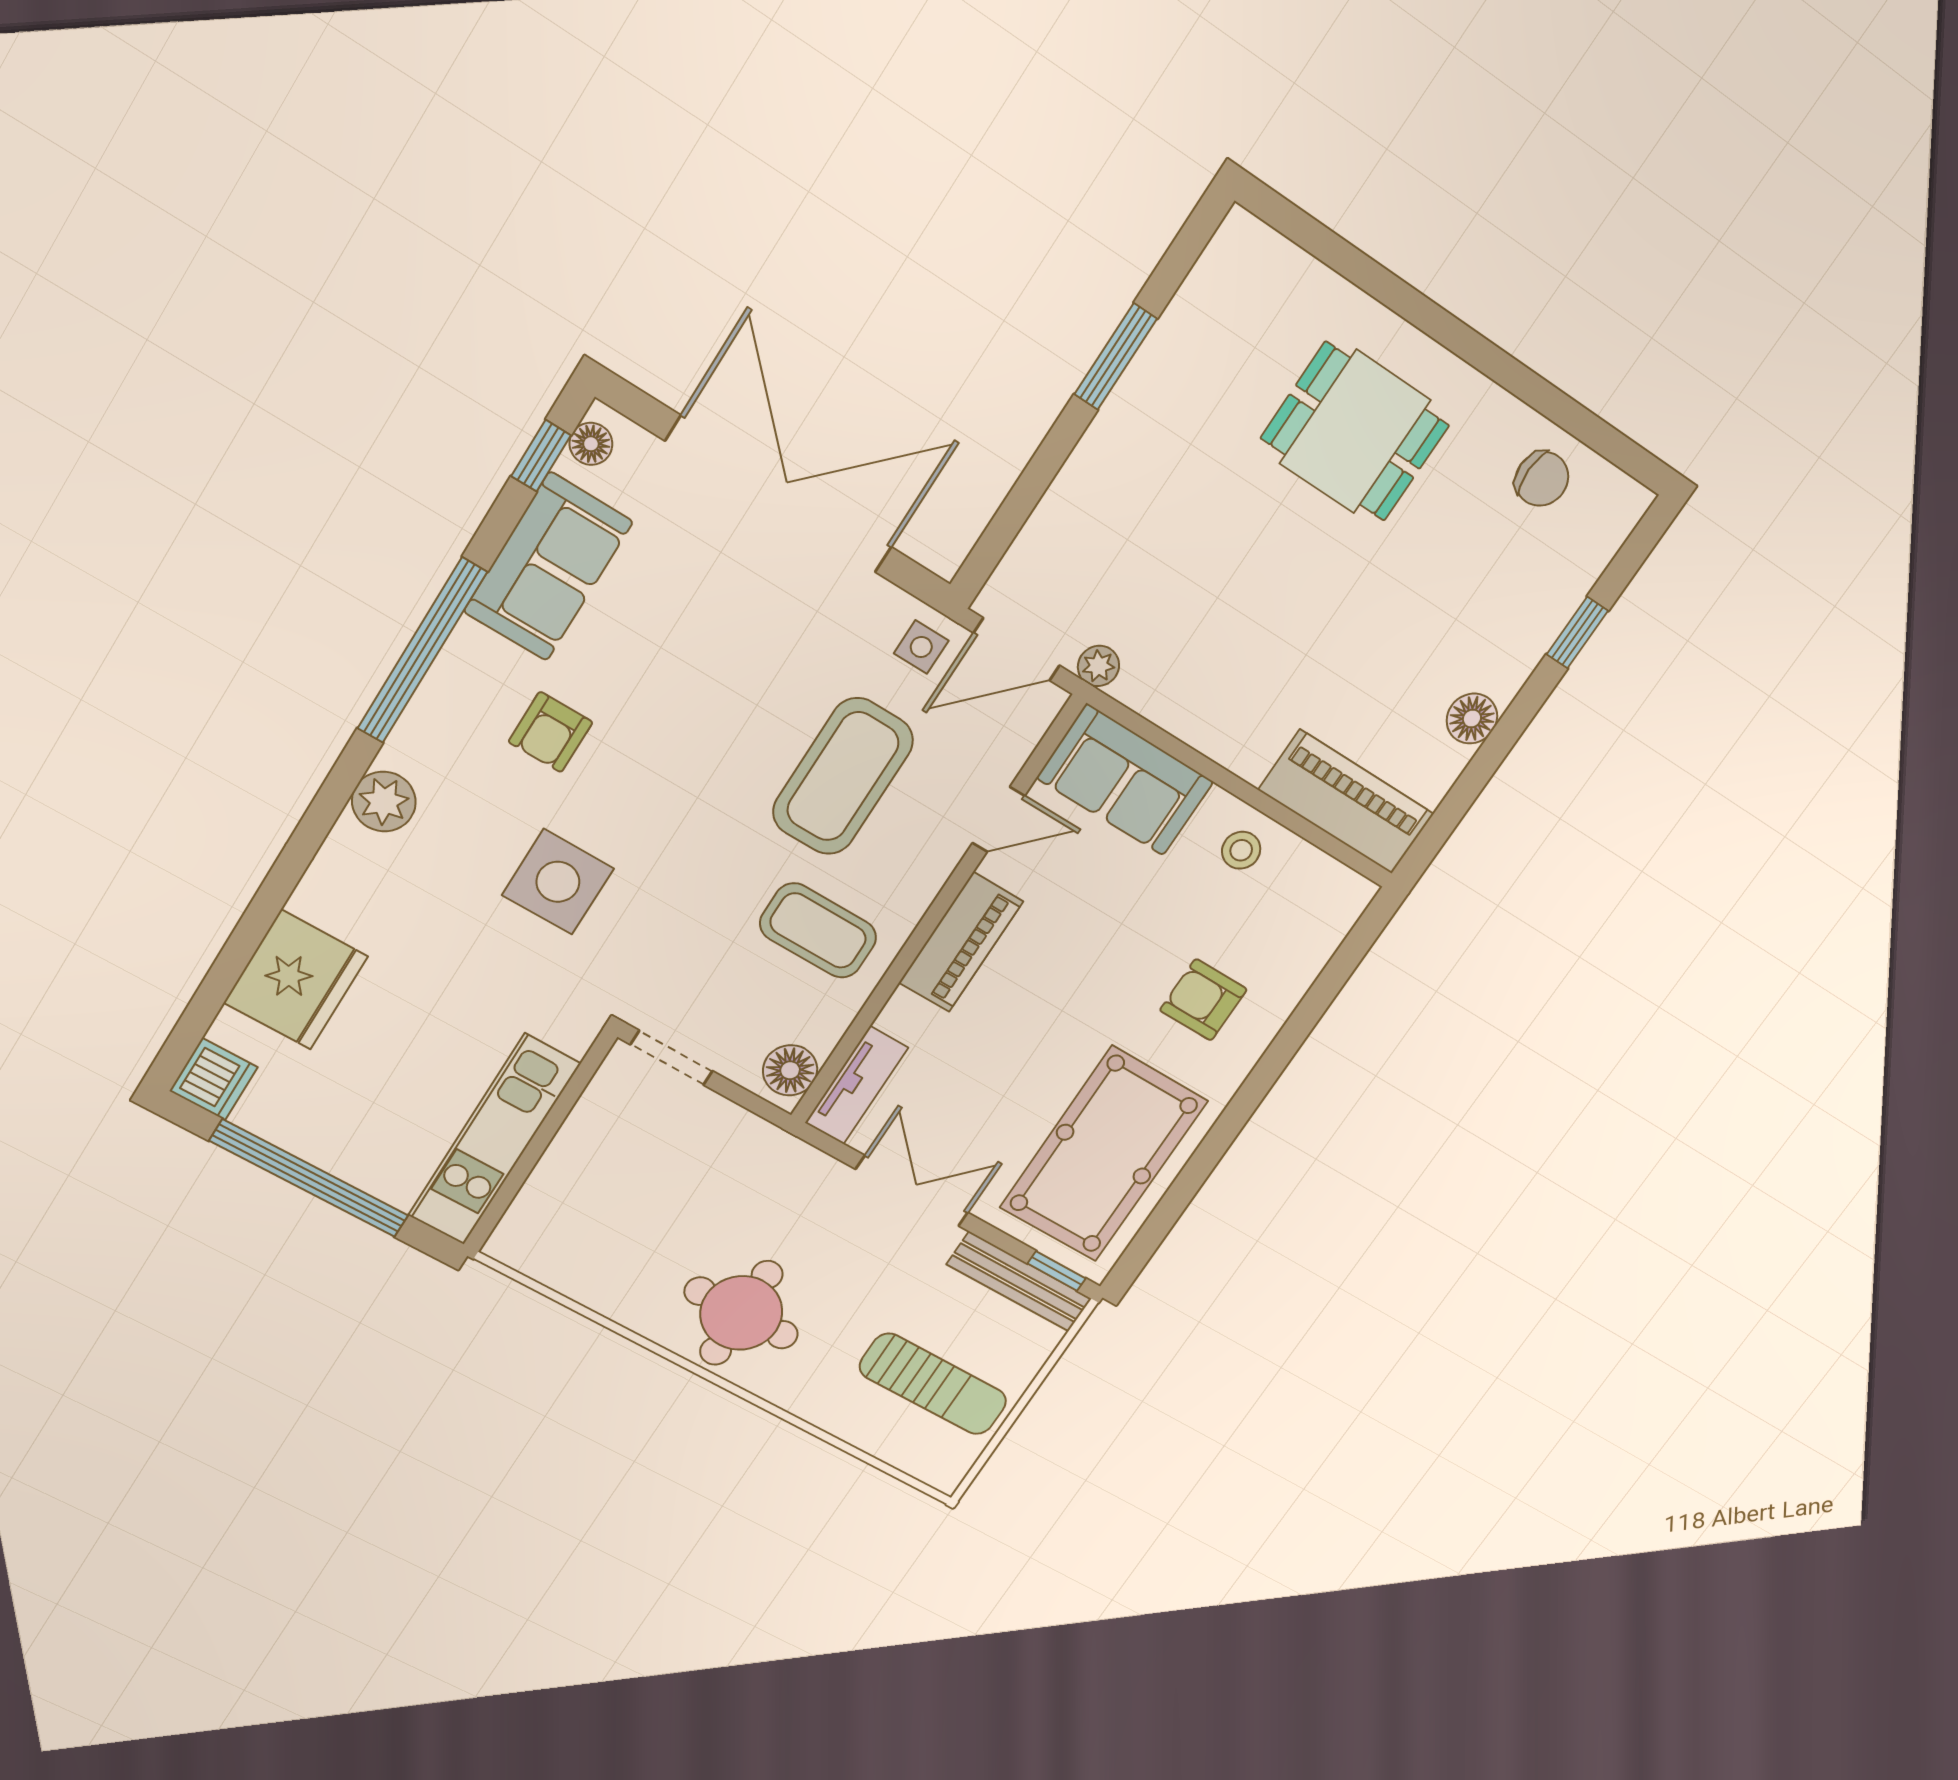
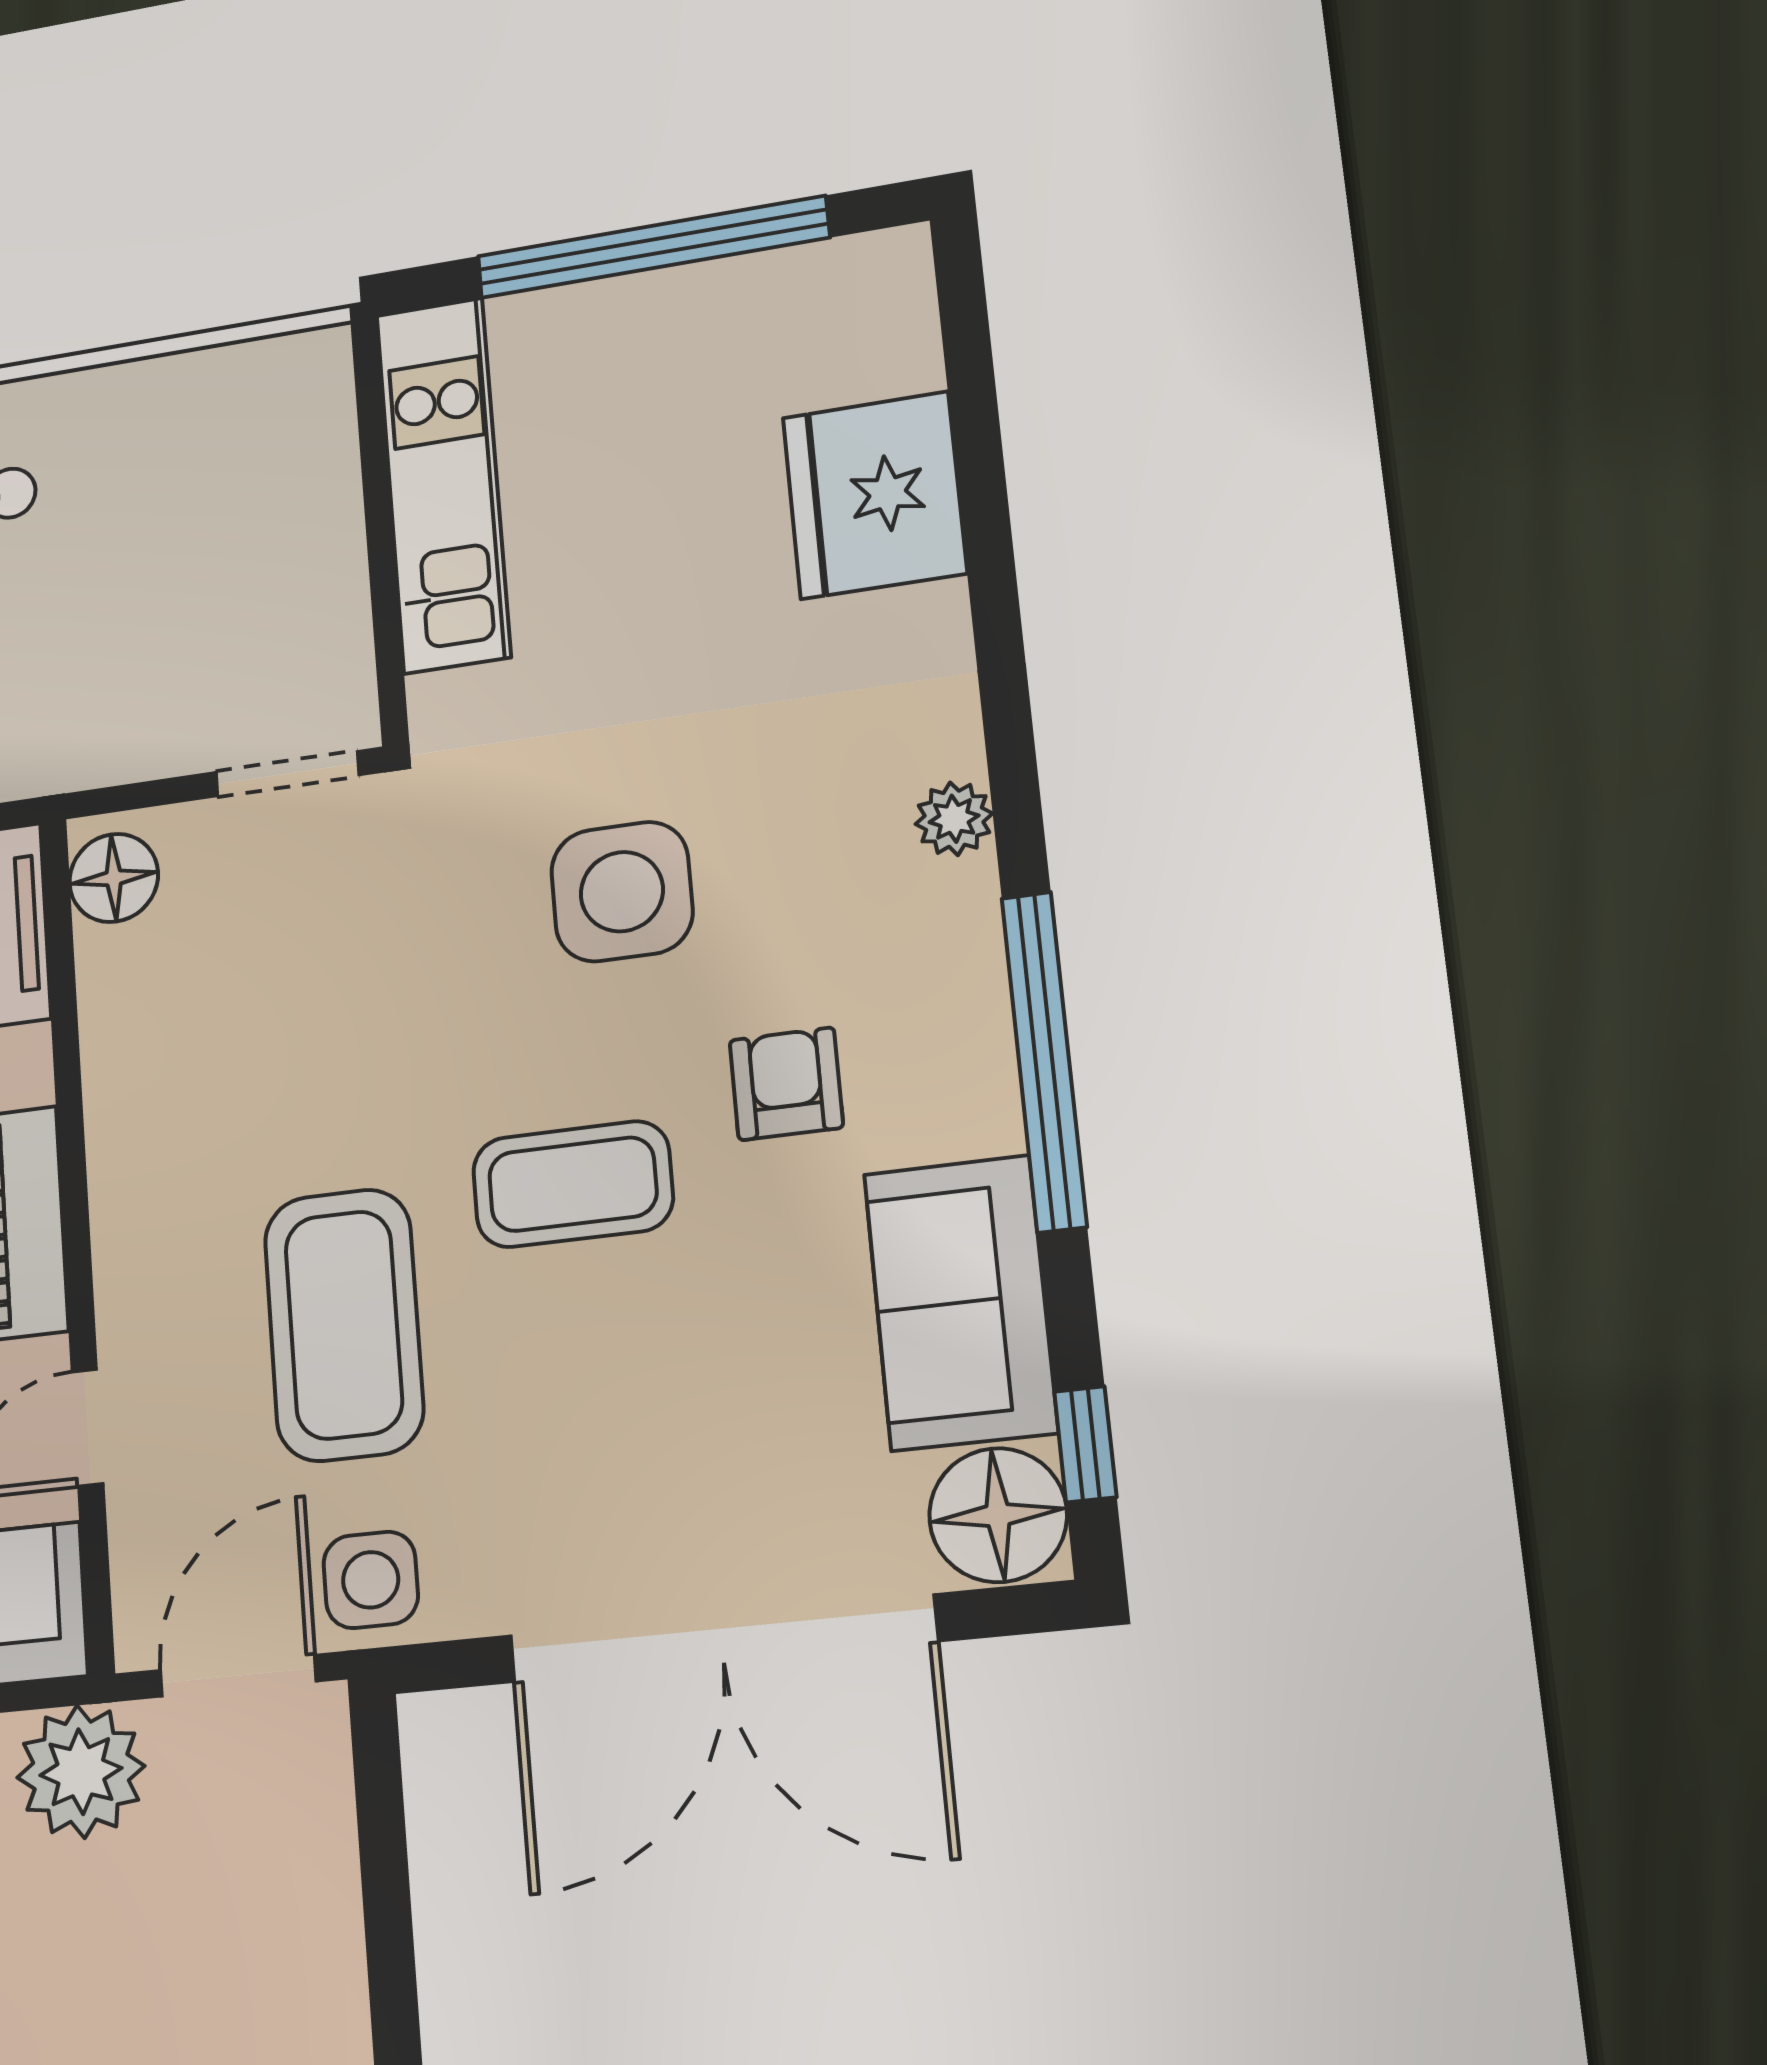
floor lamp: (591, 444) -> (998, 1515), width x1.89, depth x1.89
side table: (921, 647) -> (371, 1580), width x1.37, depth x1.37
plant: (1098, 666) -> (81, 1772), width x1.88, depth x1.88
plant: (384, 802) -> (954, 819), width x0.73, depth x0.73
coffee table: (818, 930) -> (573, 1184), moved
dishwasher: (214, 1079) -> (883, 281), removed

